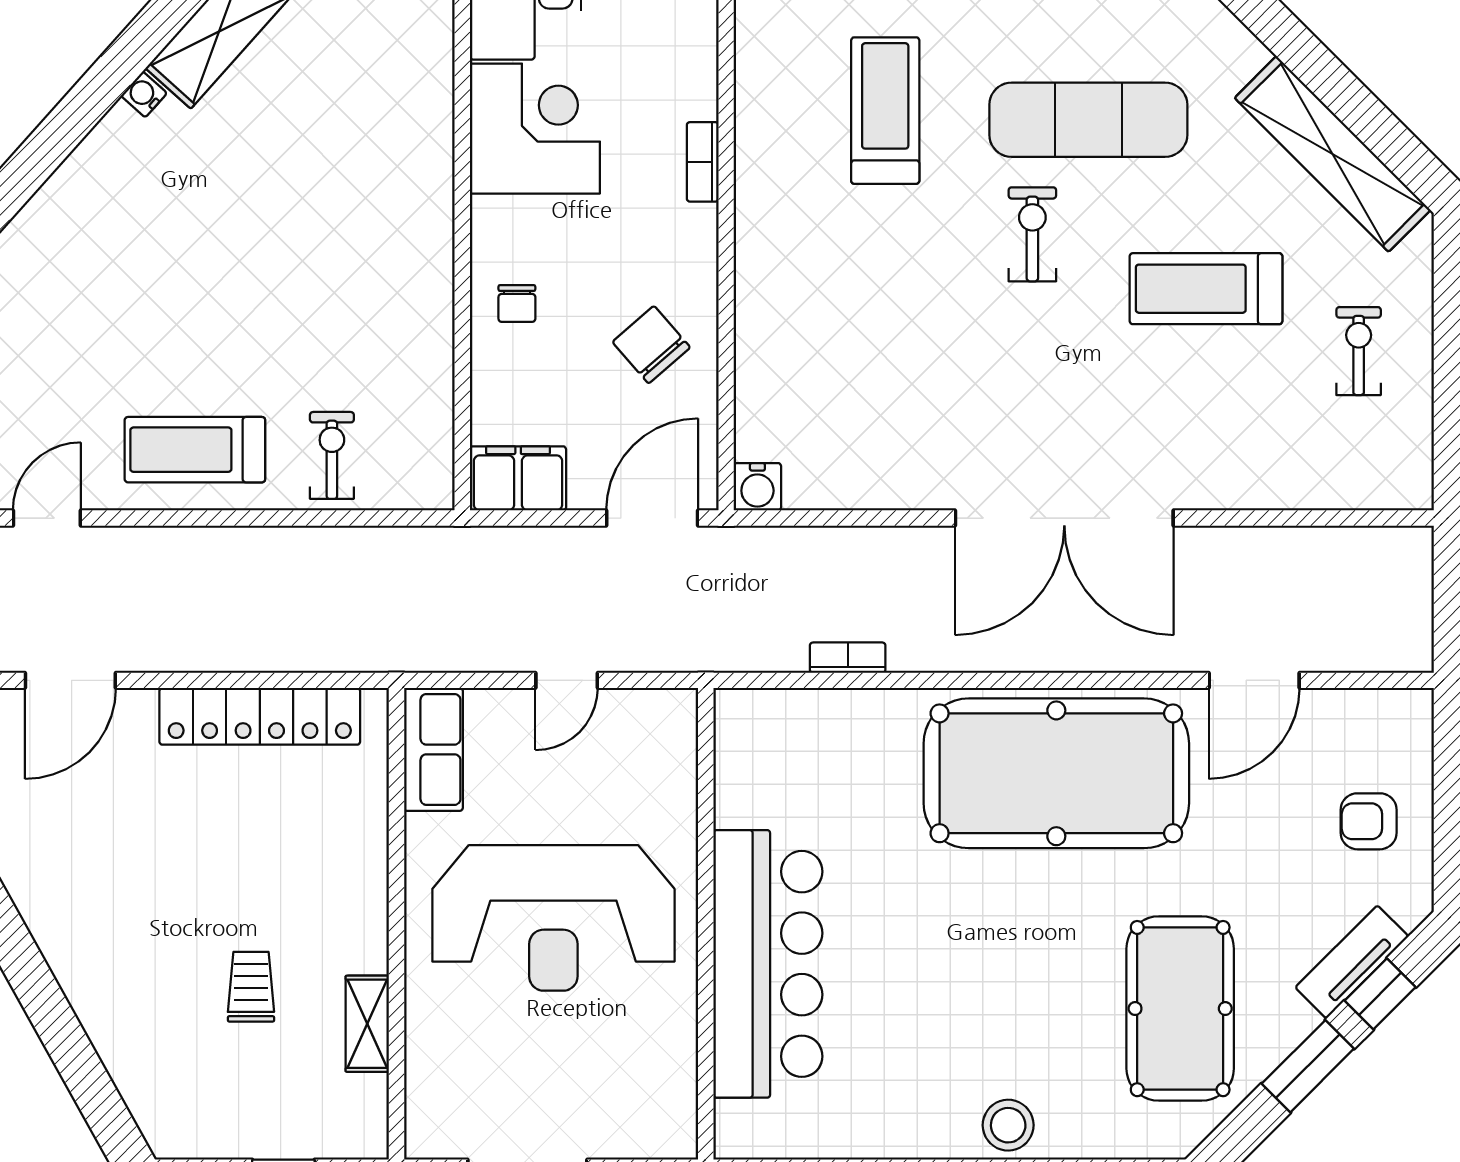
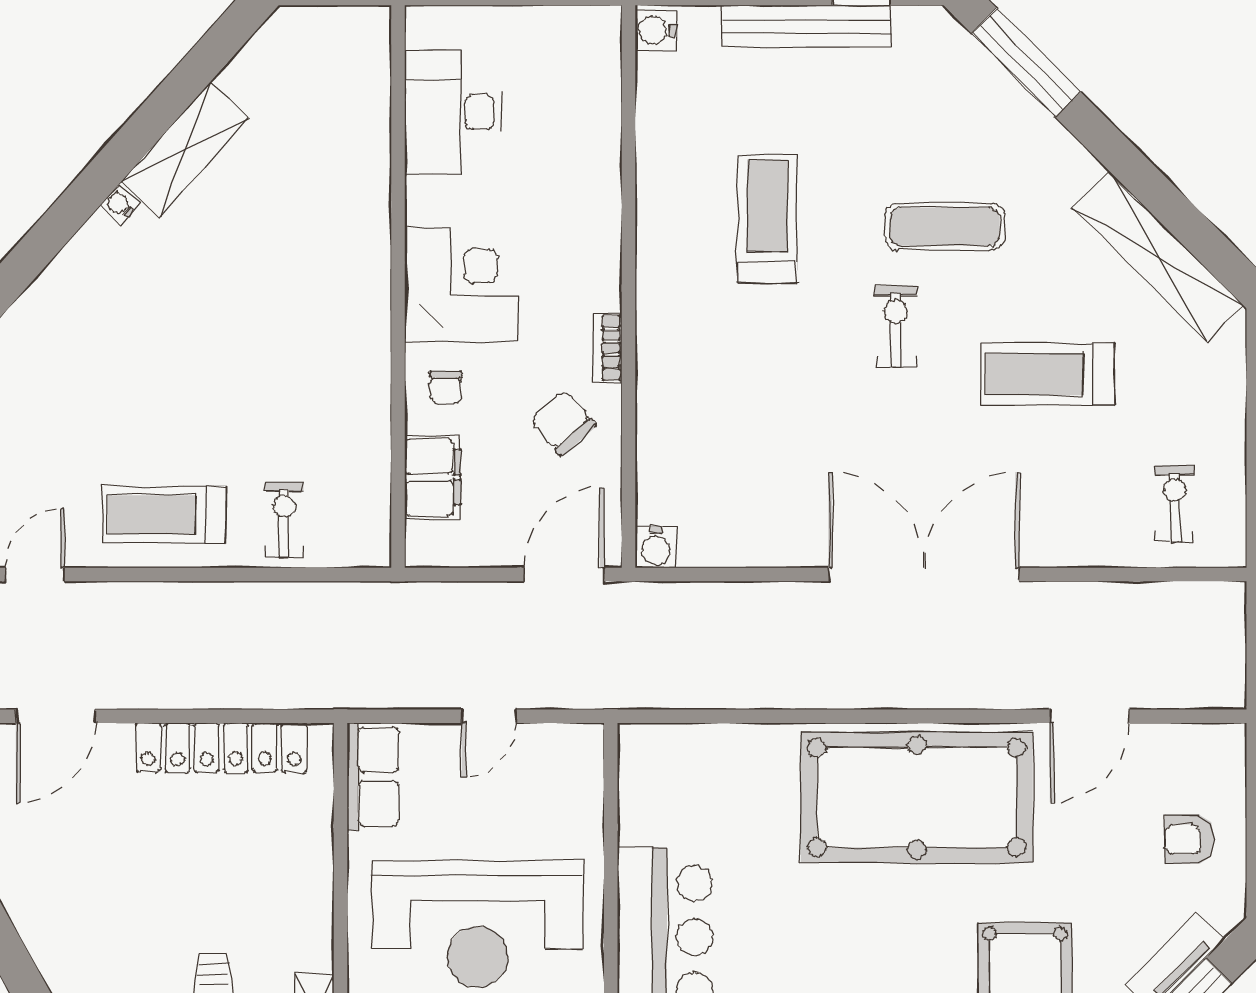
exercise mat: (1088, 120) -> (945, 227), width x0.73, depth x0.69
corner desk: (535, 129) -> (461, 285), moved
bookcase: (703, 162) -> (608, 348), moved
exercise bike: (1359, 351) -> (1175, 504), moved
filing cabinet: (518, 478) -> (433, 477), moved, turned 90
double door: (1064, 518) -> (924, 574), swing flipped
bookcase: (848, 658) -> (735, 696), removed

